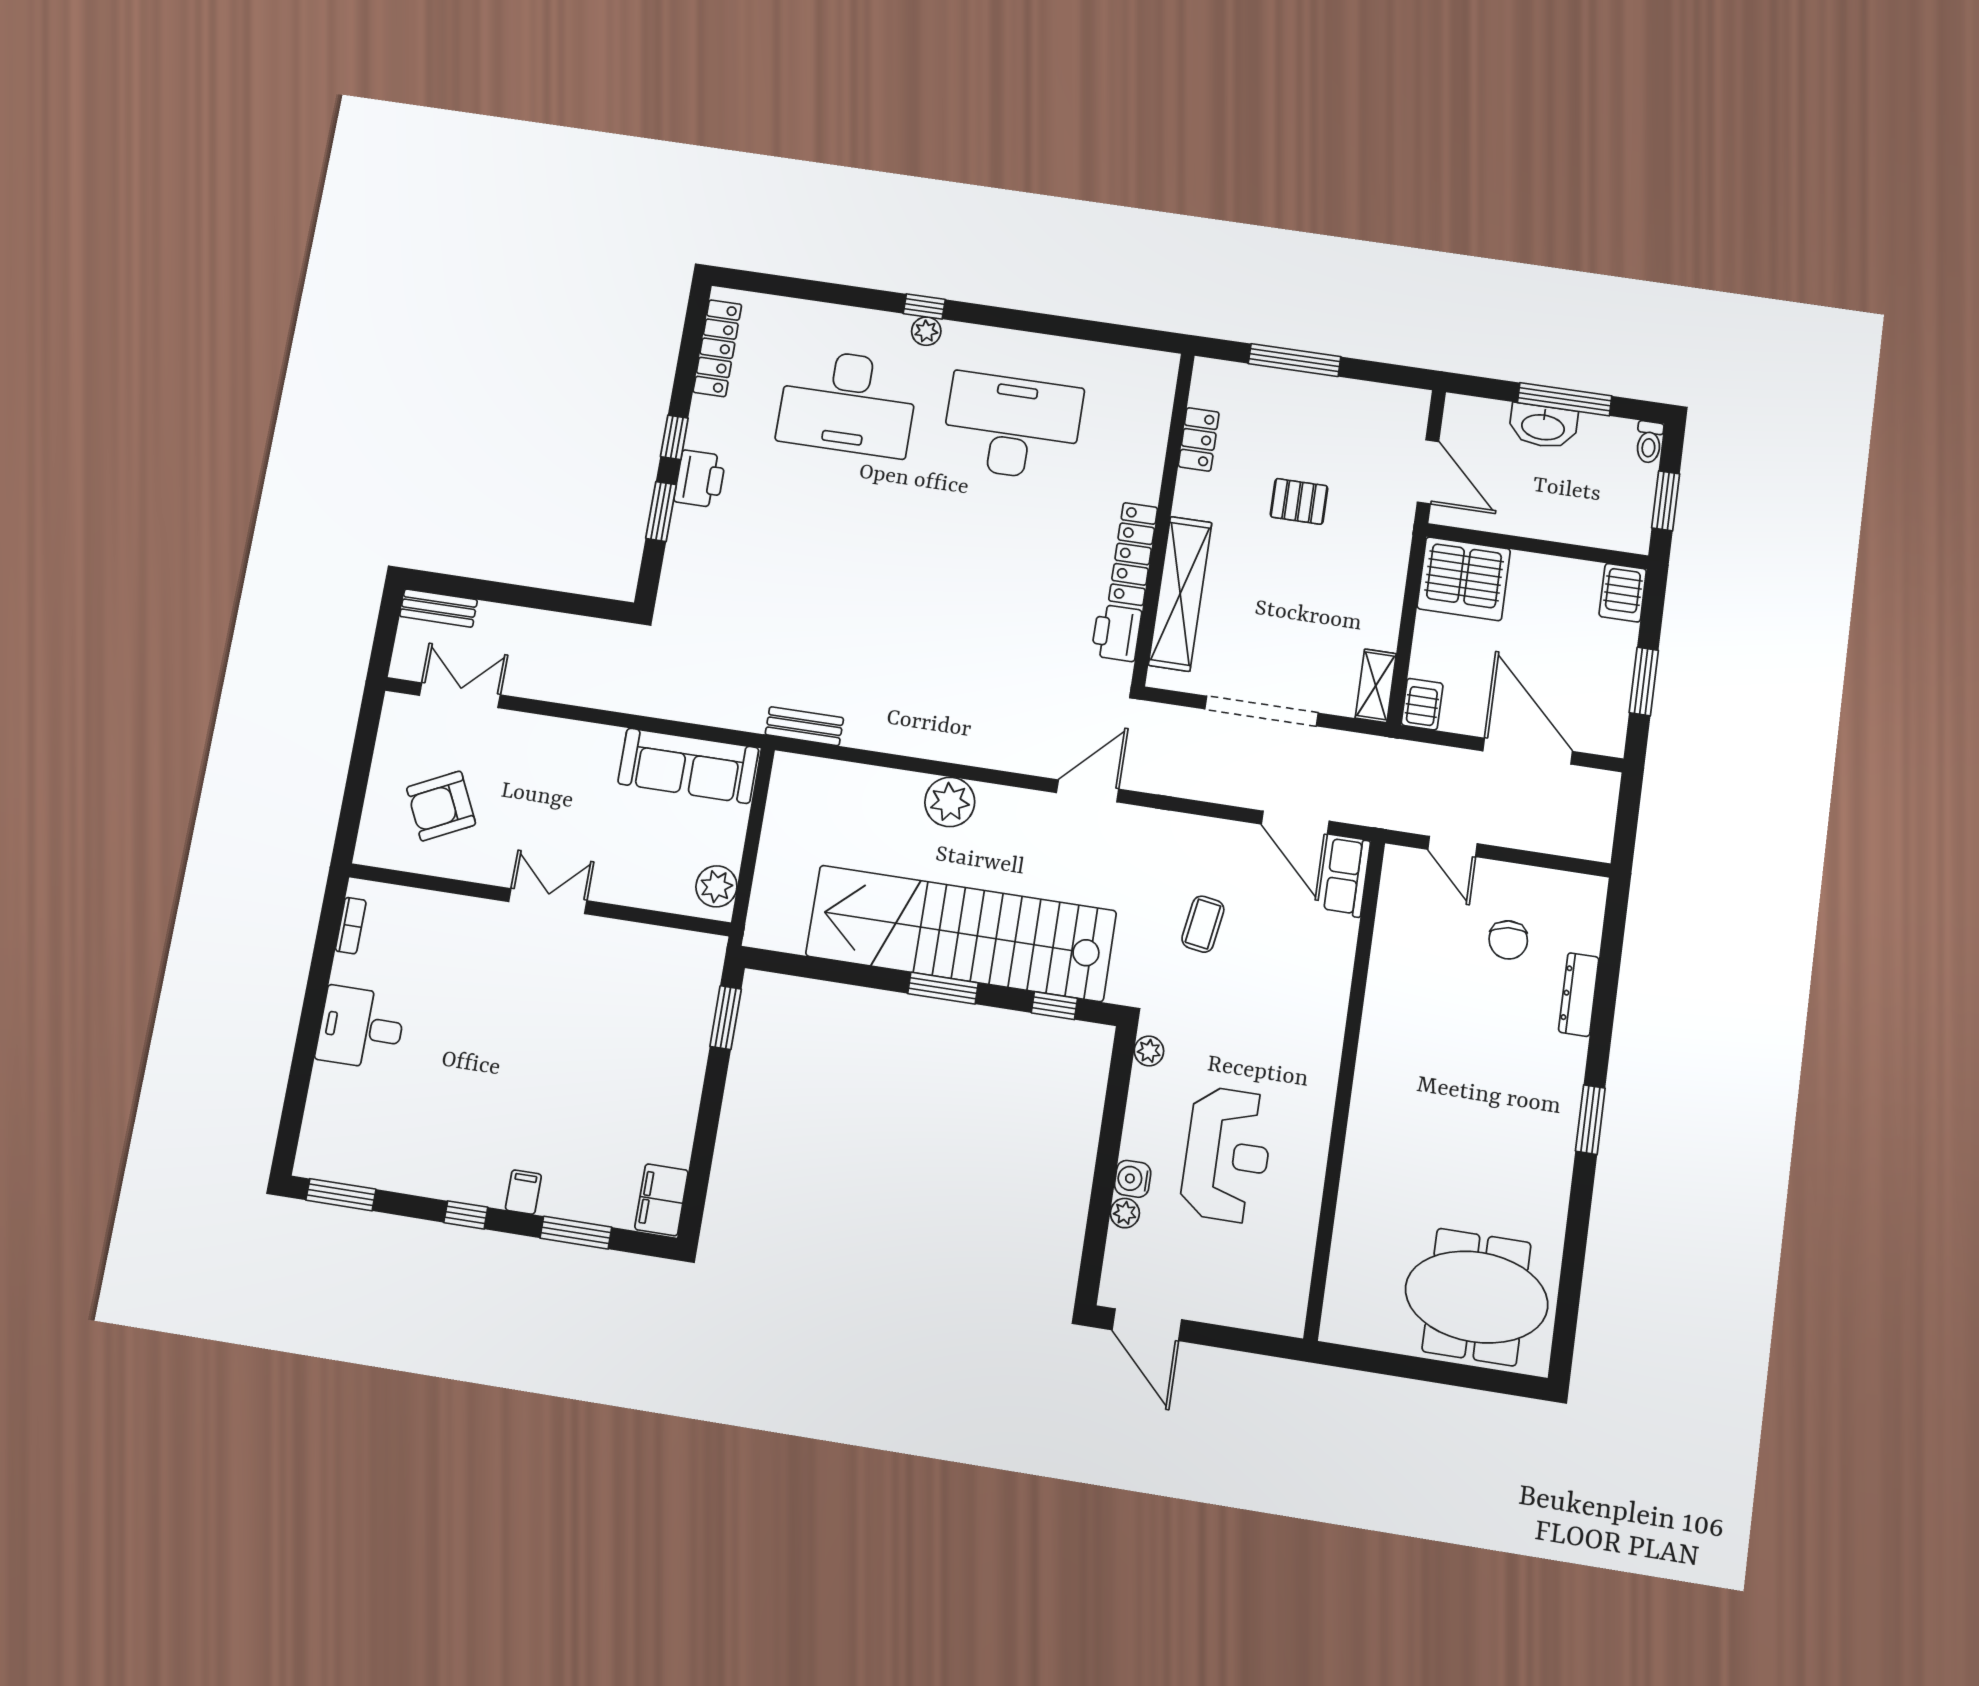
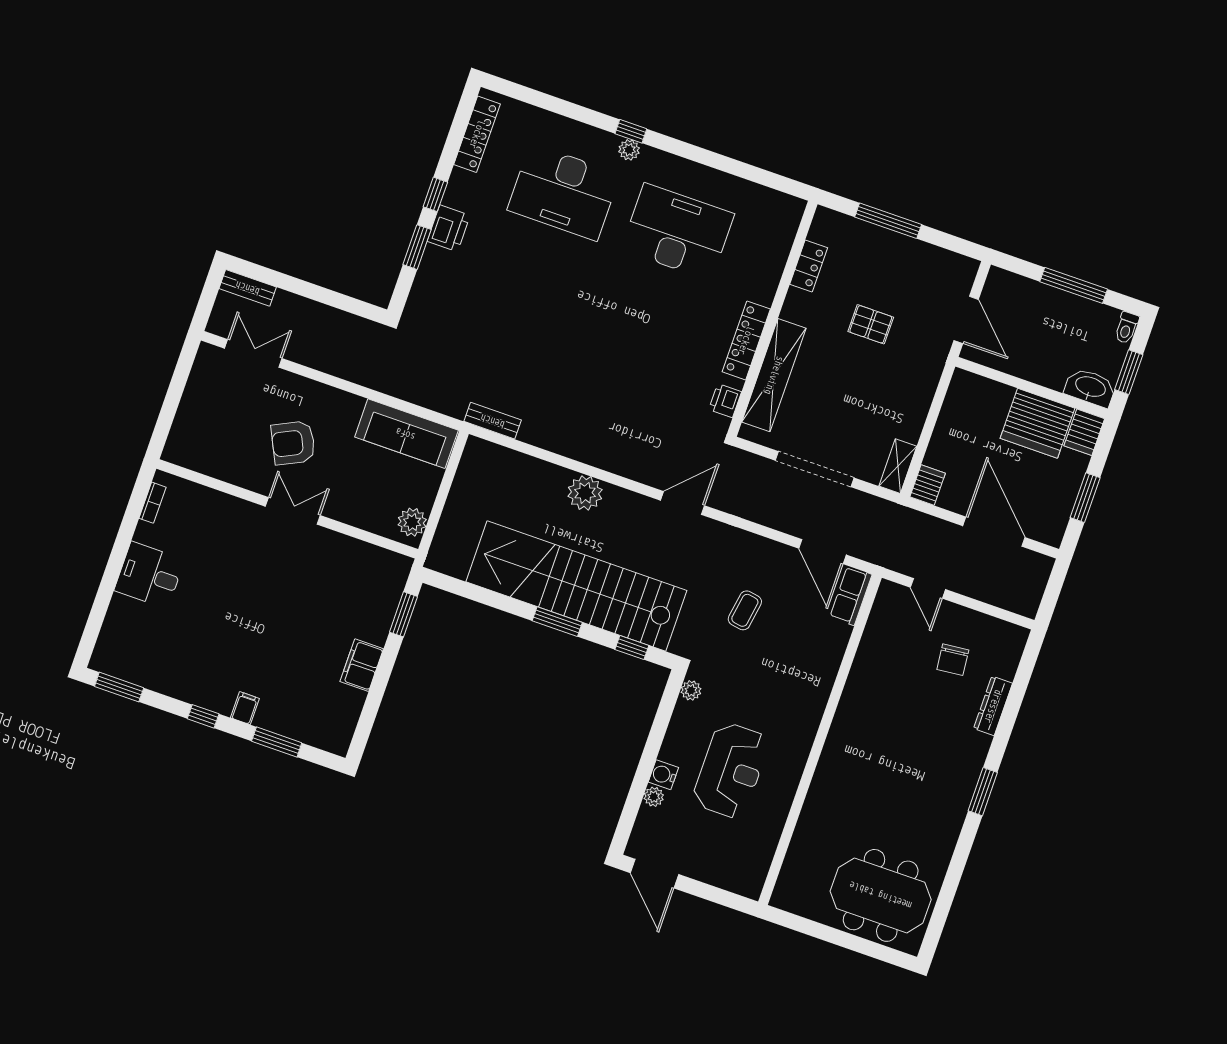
washbasin: (1543, 426) -> (1090, 387), moved, turned 180
server rack: (1464, 579) -> (1037, 423), moved
printer: (1117, 633) -> (725, 401), width x0.73, depth x0.81
armchair: (441, 806) -> (293, 443), moved
filing cabinet: (661, 1200) -> (362, 665), moved

